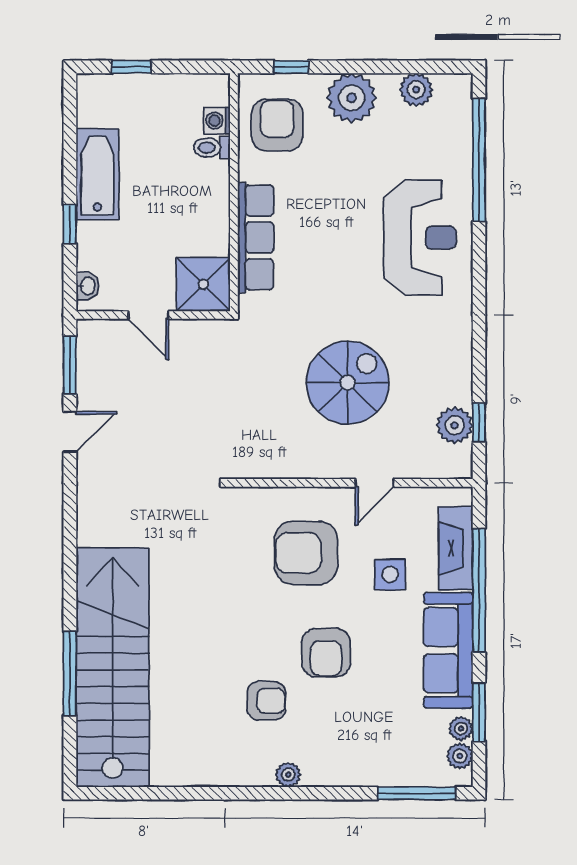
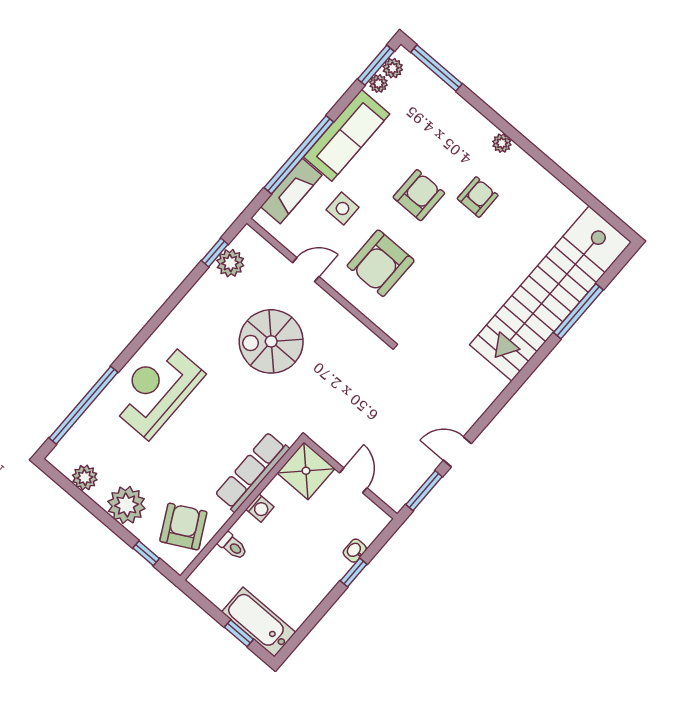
washing machine: (217, 121) -> (260, 508), moved
armchair: (277, 125) -> (183, 527), turned 152
bathtub: (97, 174) -> (259, 622), moved, turned 90
washbasin: (87, 286) -> (355, 551), moved
armchair: (306, 553) -> (381, 263), turned 90
armchair: (266, 701) -> (478, 197), turned 90
window: (479, 712) -> (376, 65), moved

